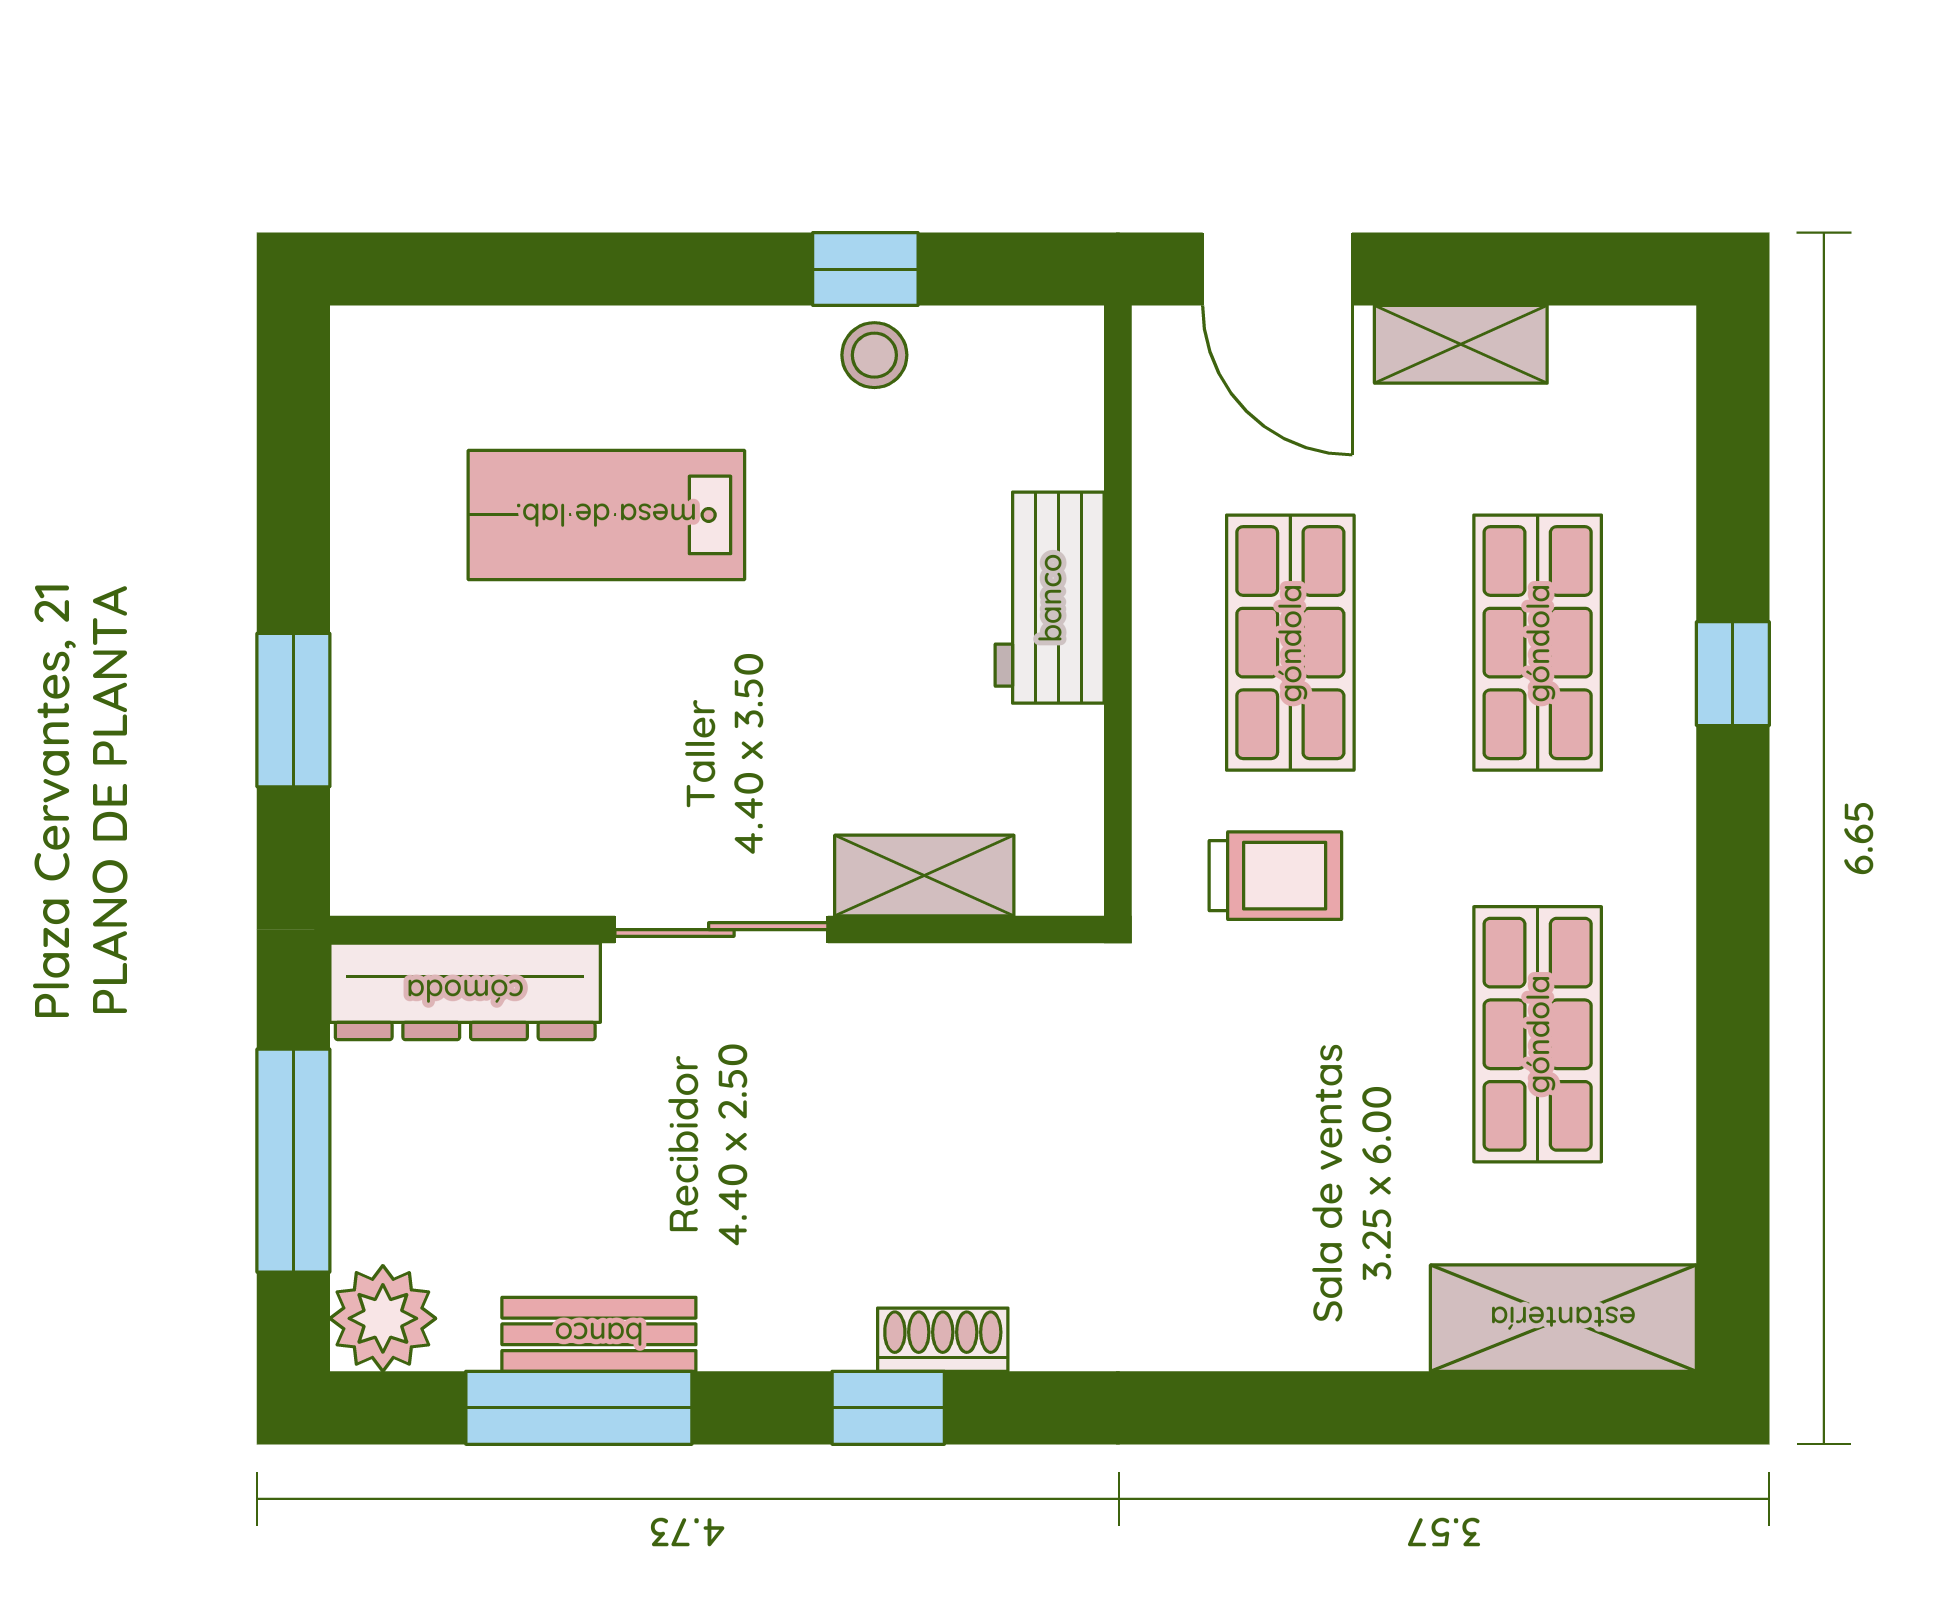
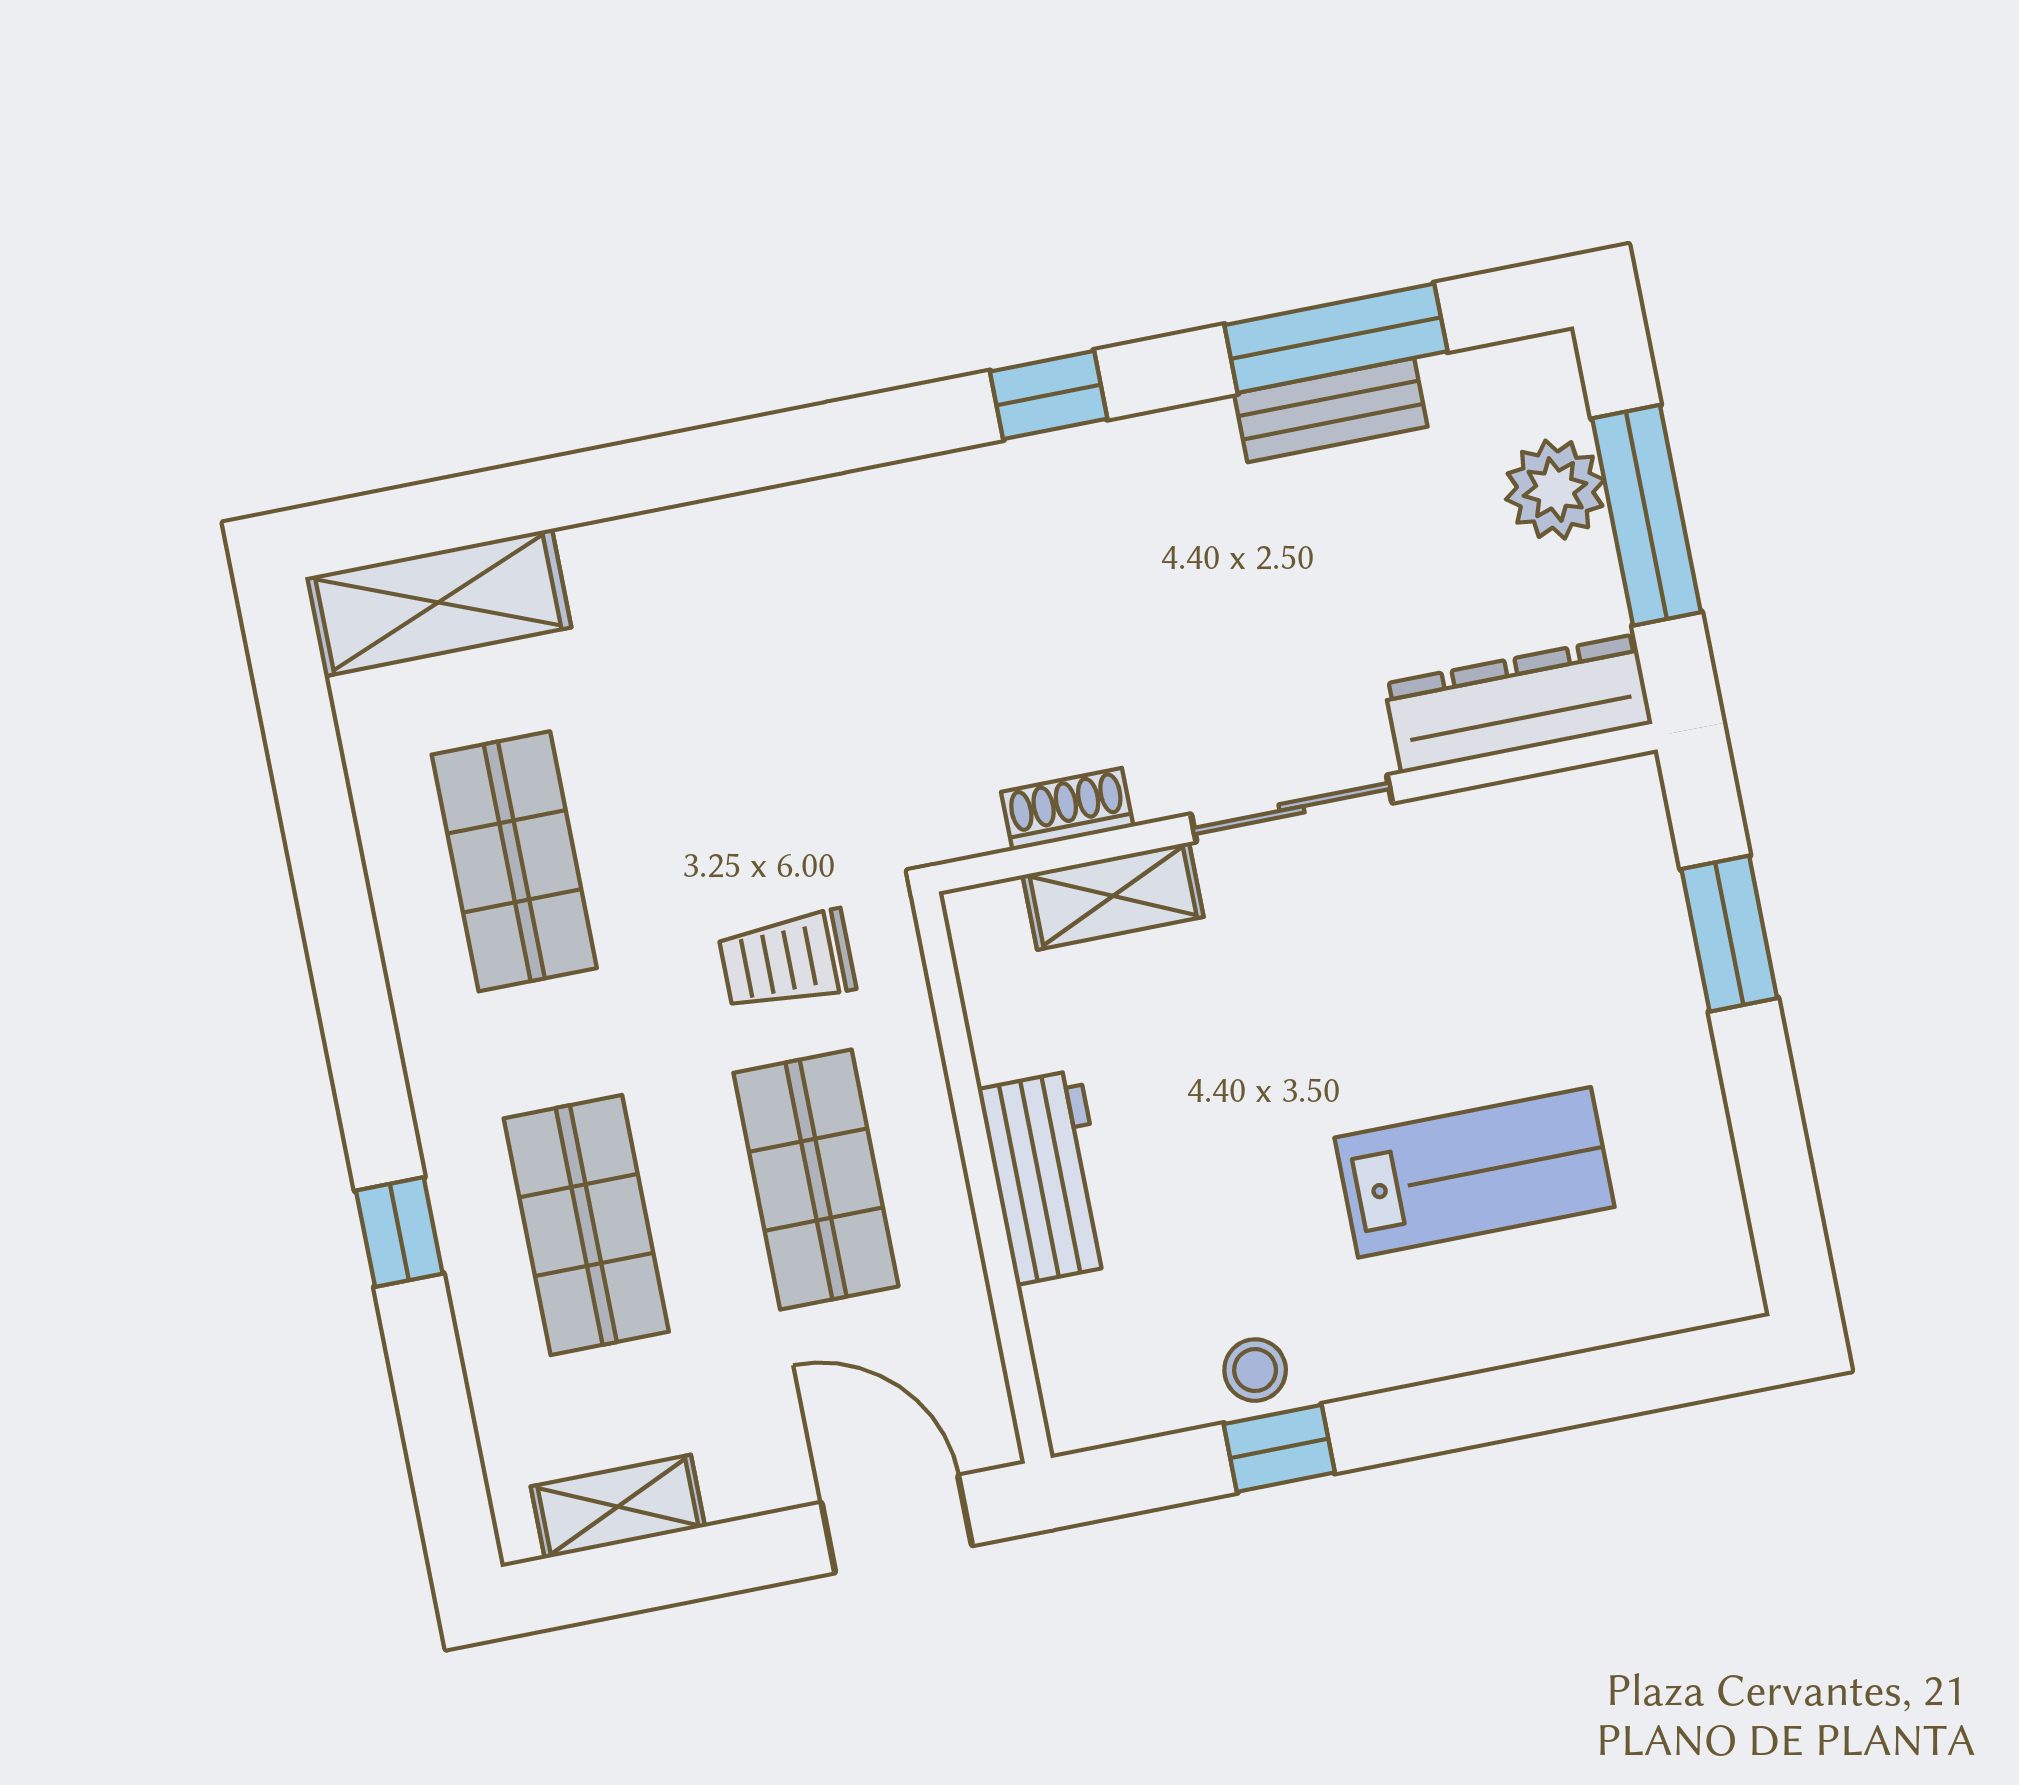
shelving: (1461, 344) -> (618, 1507), moved
plant: (383, 1318) -> (1555, 490), moved
shoe rack: (943, 1340) -> (1067, 809), moved, turned 180

